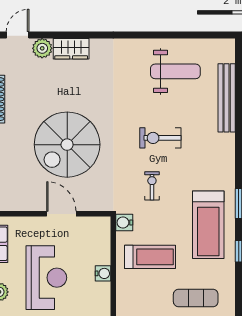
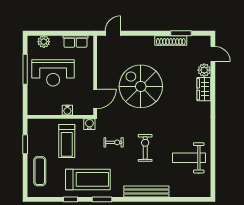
weight bench: (175, 71) -> (189, 158), turned 90
bench: (227, 98) -> (146, 192), moved
door: (61, 214) -> (95, 99), moved
treadmill: (208, 225) -> (88, 179), turned 180
water cooler: (103, 273) -> (67, 110), moved

